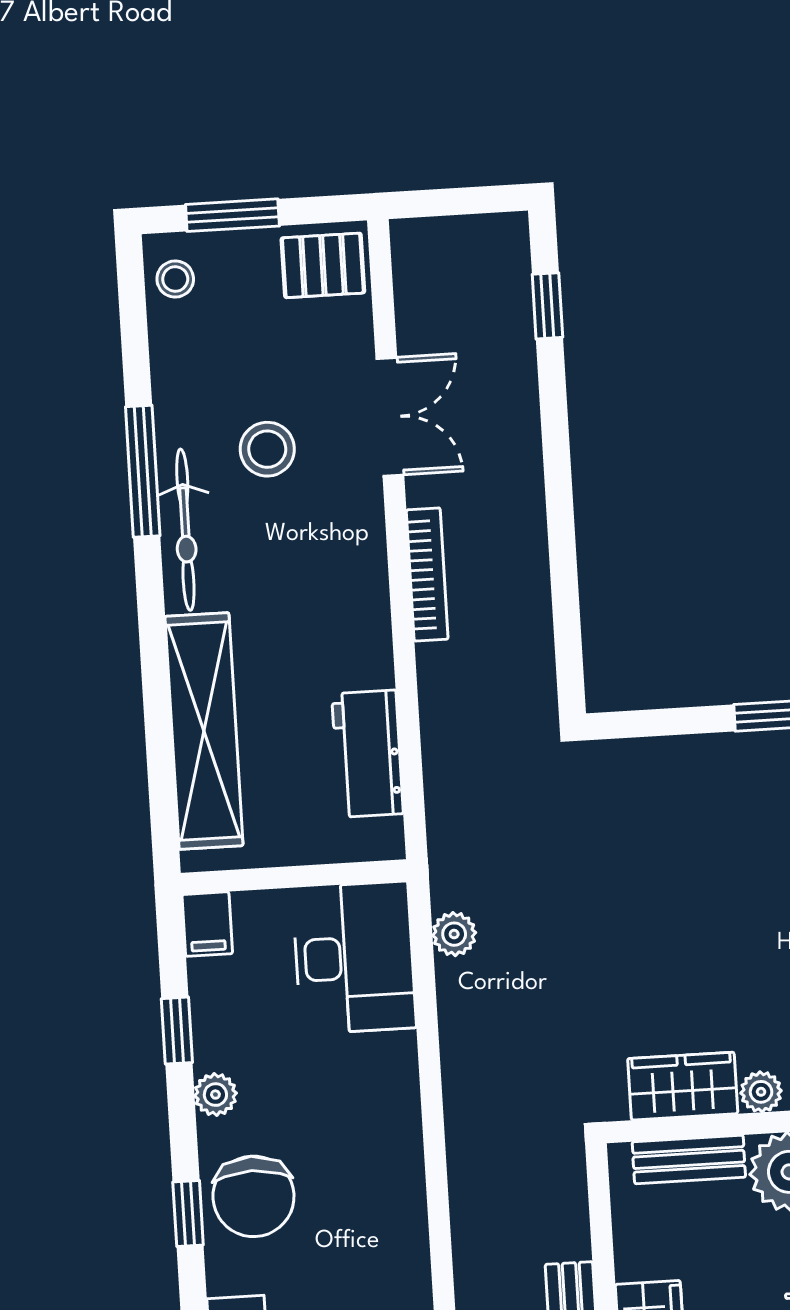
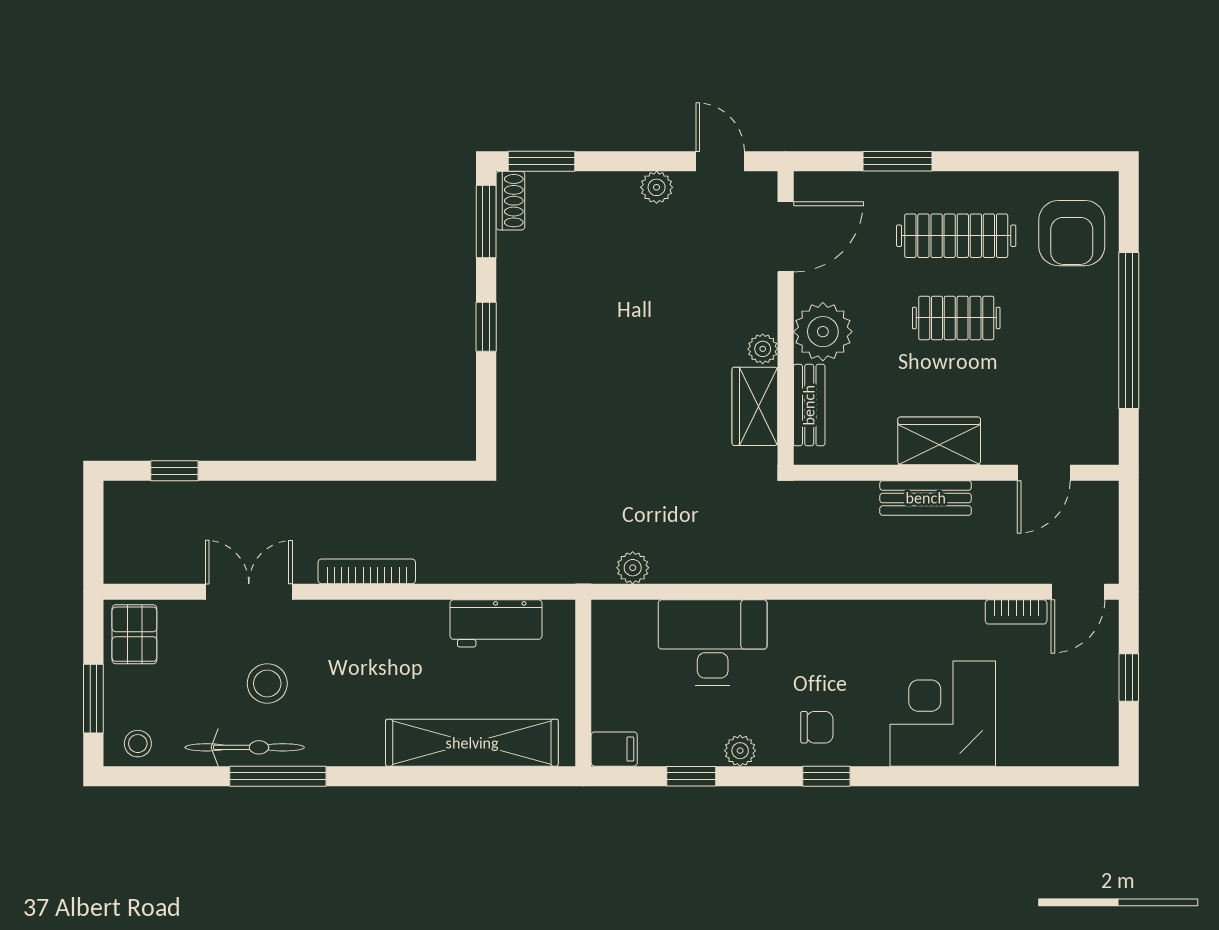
bicycle: (185, 530) -> (245, 747), moved
desk: (354, 958) -> (713, 642), moved
chair: (253, 1196) -> (817, 727), width x0.54, depth x0.54

